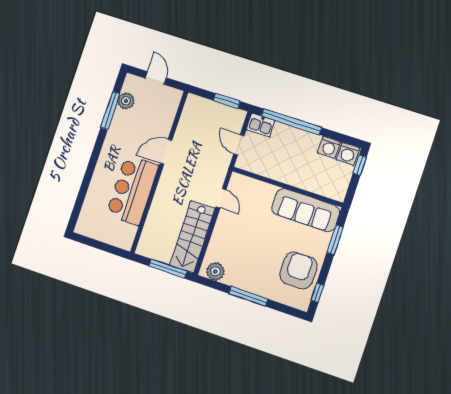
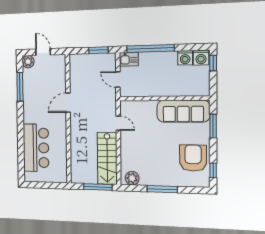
plant: (126, 101) -> (28, 62), moved
bar counter: (132, 190) -> (36, 148), moved, turned 180

